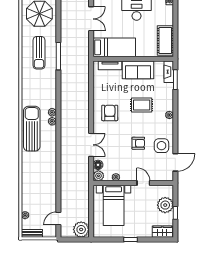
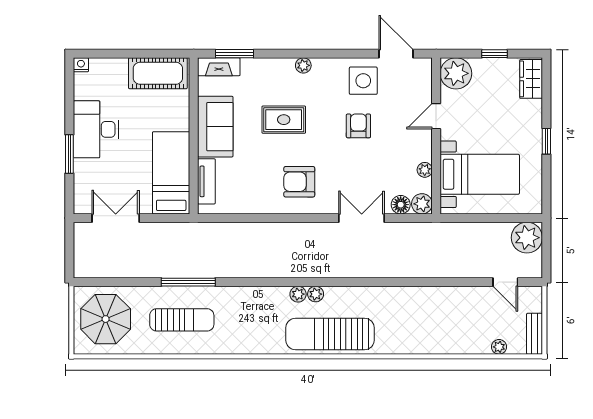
rug: (142, 105) -> (284, 120), turned 90
plant: (165, 205) -> (456, 73), moved

